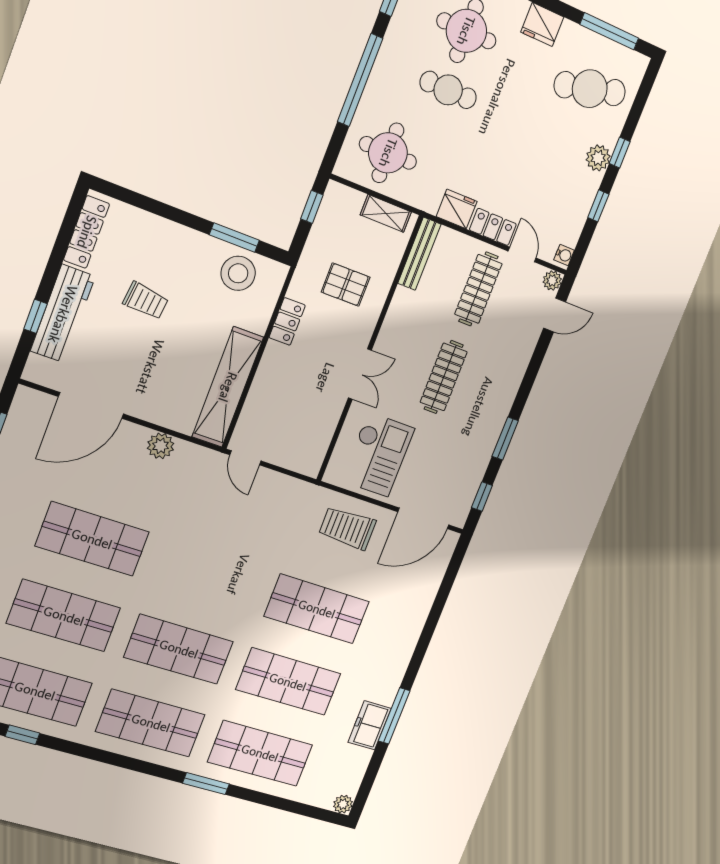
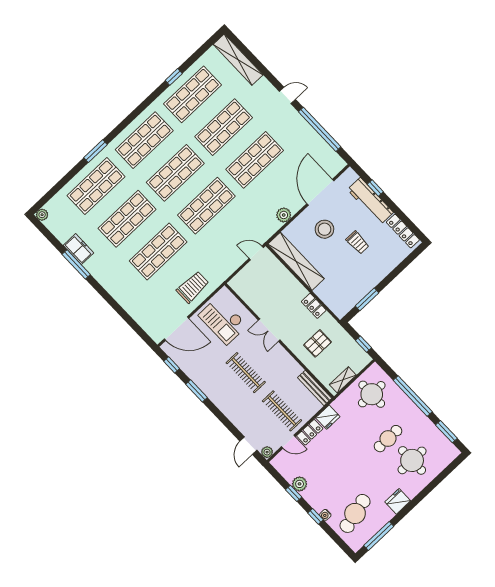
plant: (598, 158) -> (300, 484), moved
water cooler: (564, 255) -> (325, 515), moved
stool: (238, 273) -> (324, 229), moved
trolley: (146, 301) -> (358, 243), turned -96
door: (423, 518) -> (176, 329), swing flipped
shop shelf: (207, 575) -> (206, 206), added

